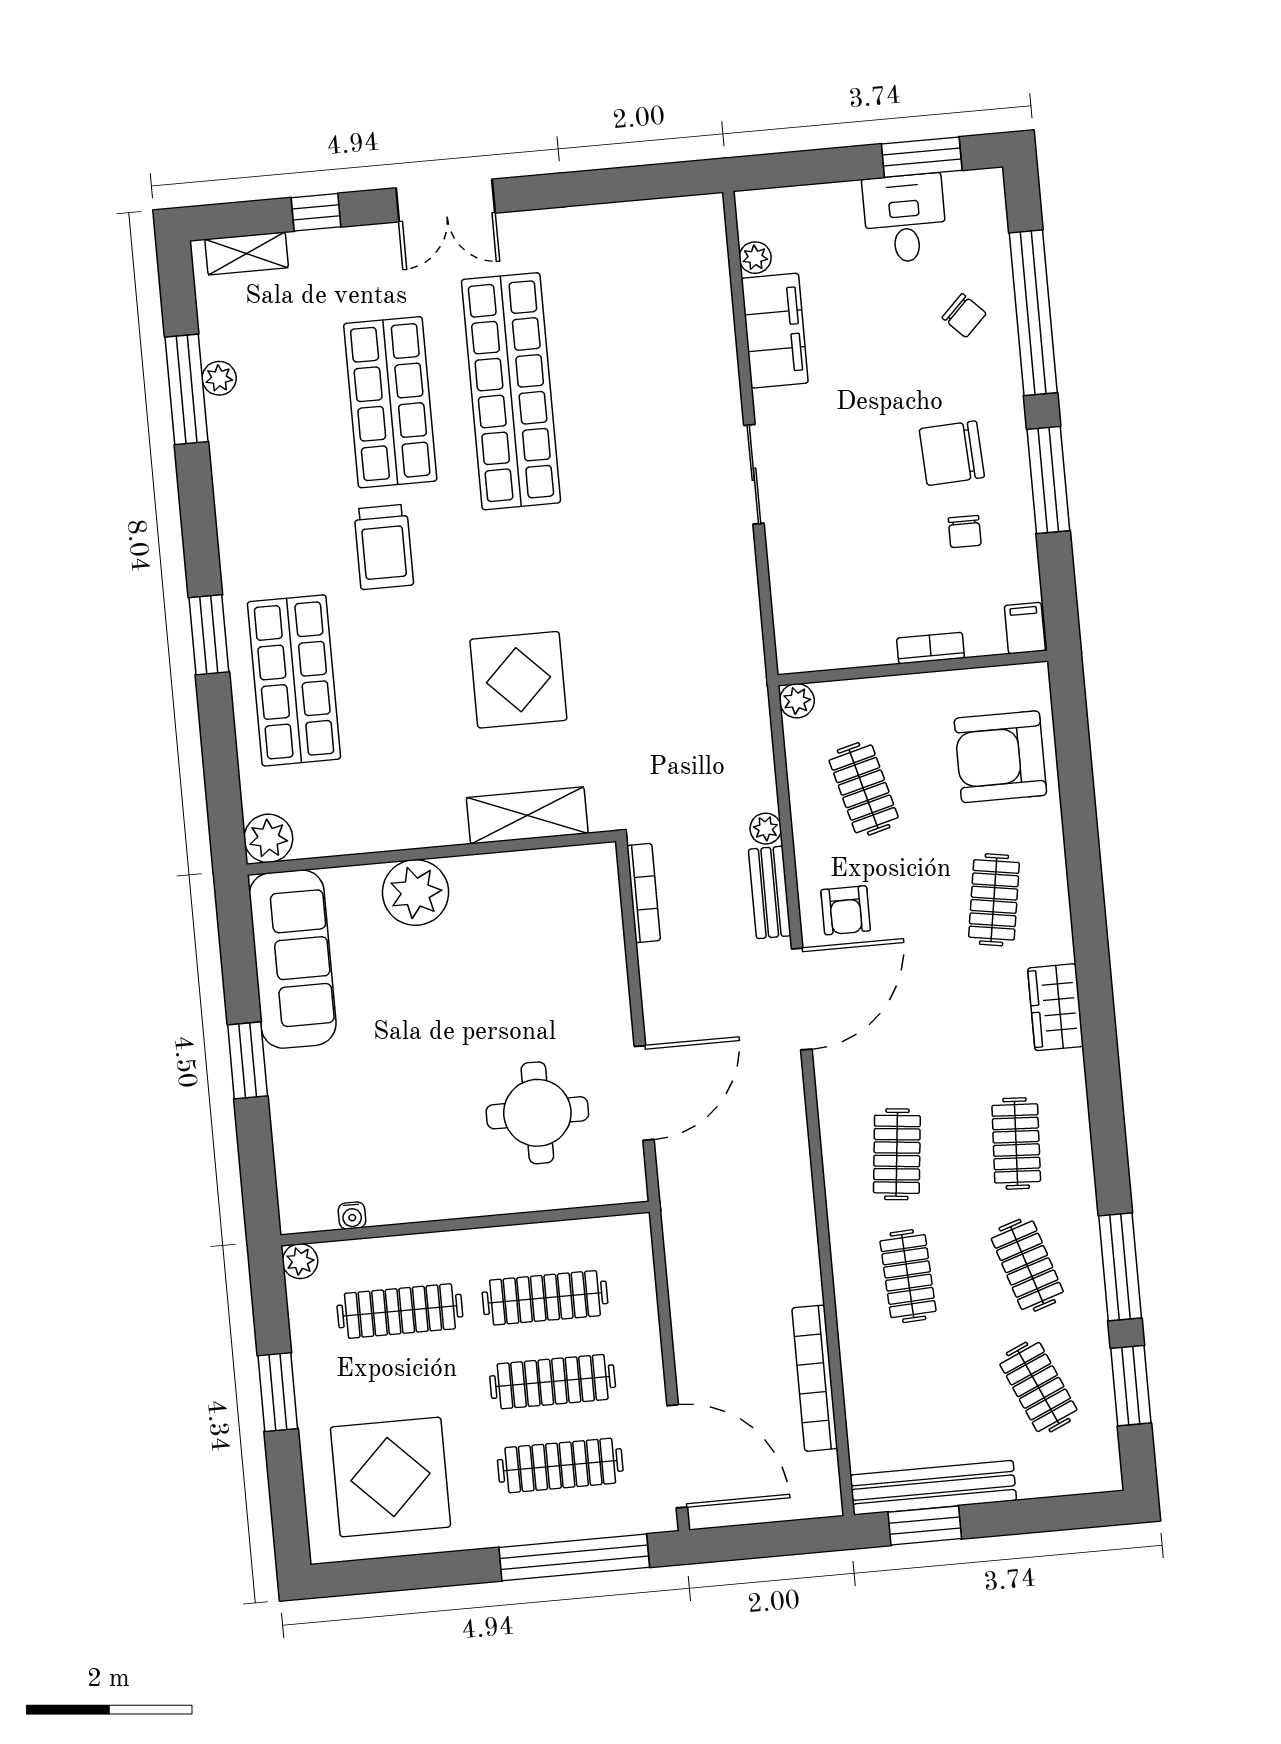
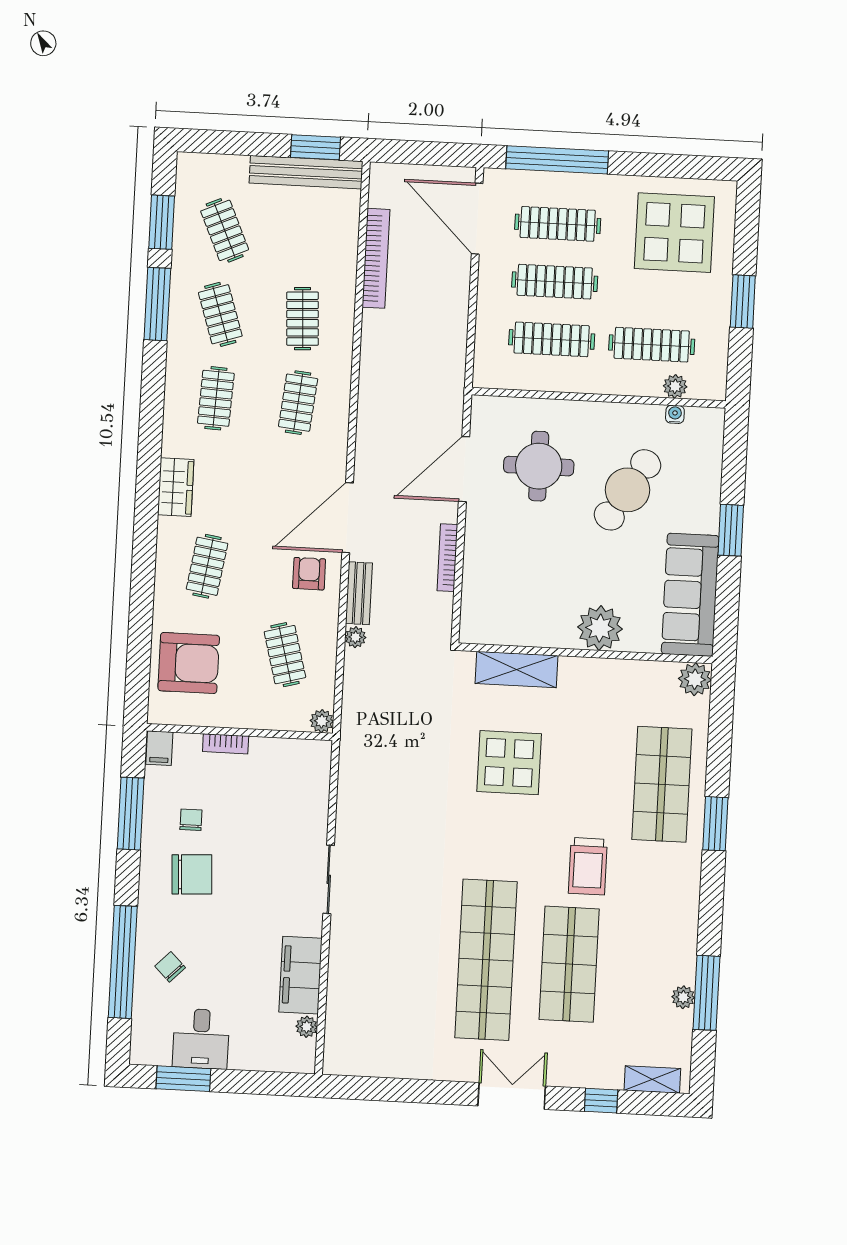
window: (1048, 480) -> (131, 814), moved
trolley: (384, 547) -> (588, 866), turned 180
bookcase: (644, 893) -> (447, 558), moved
cafe table: (405, 1097) -> (628, 490), added
plant: (300, 1261) -> (675, 386), moved

